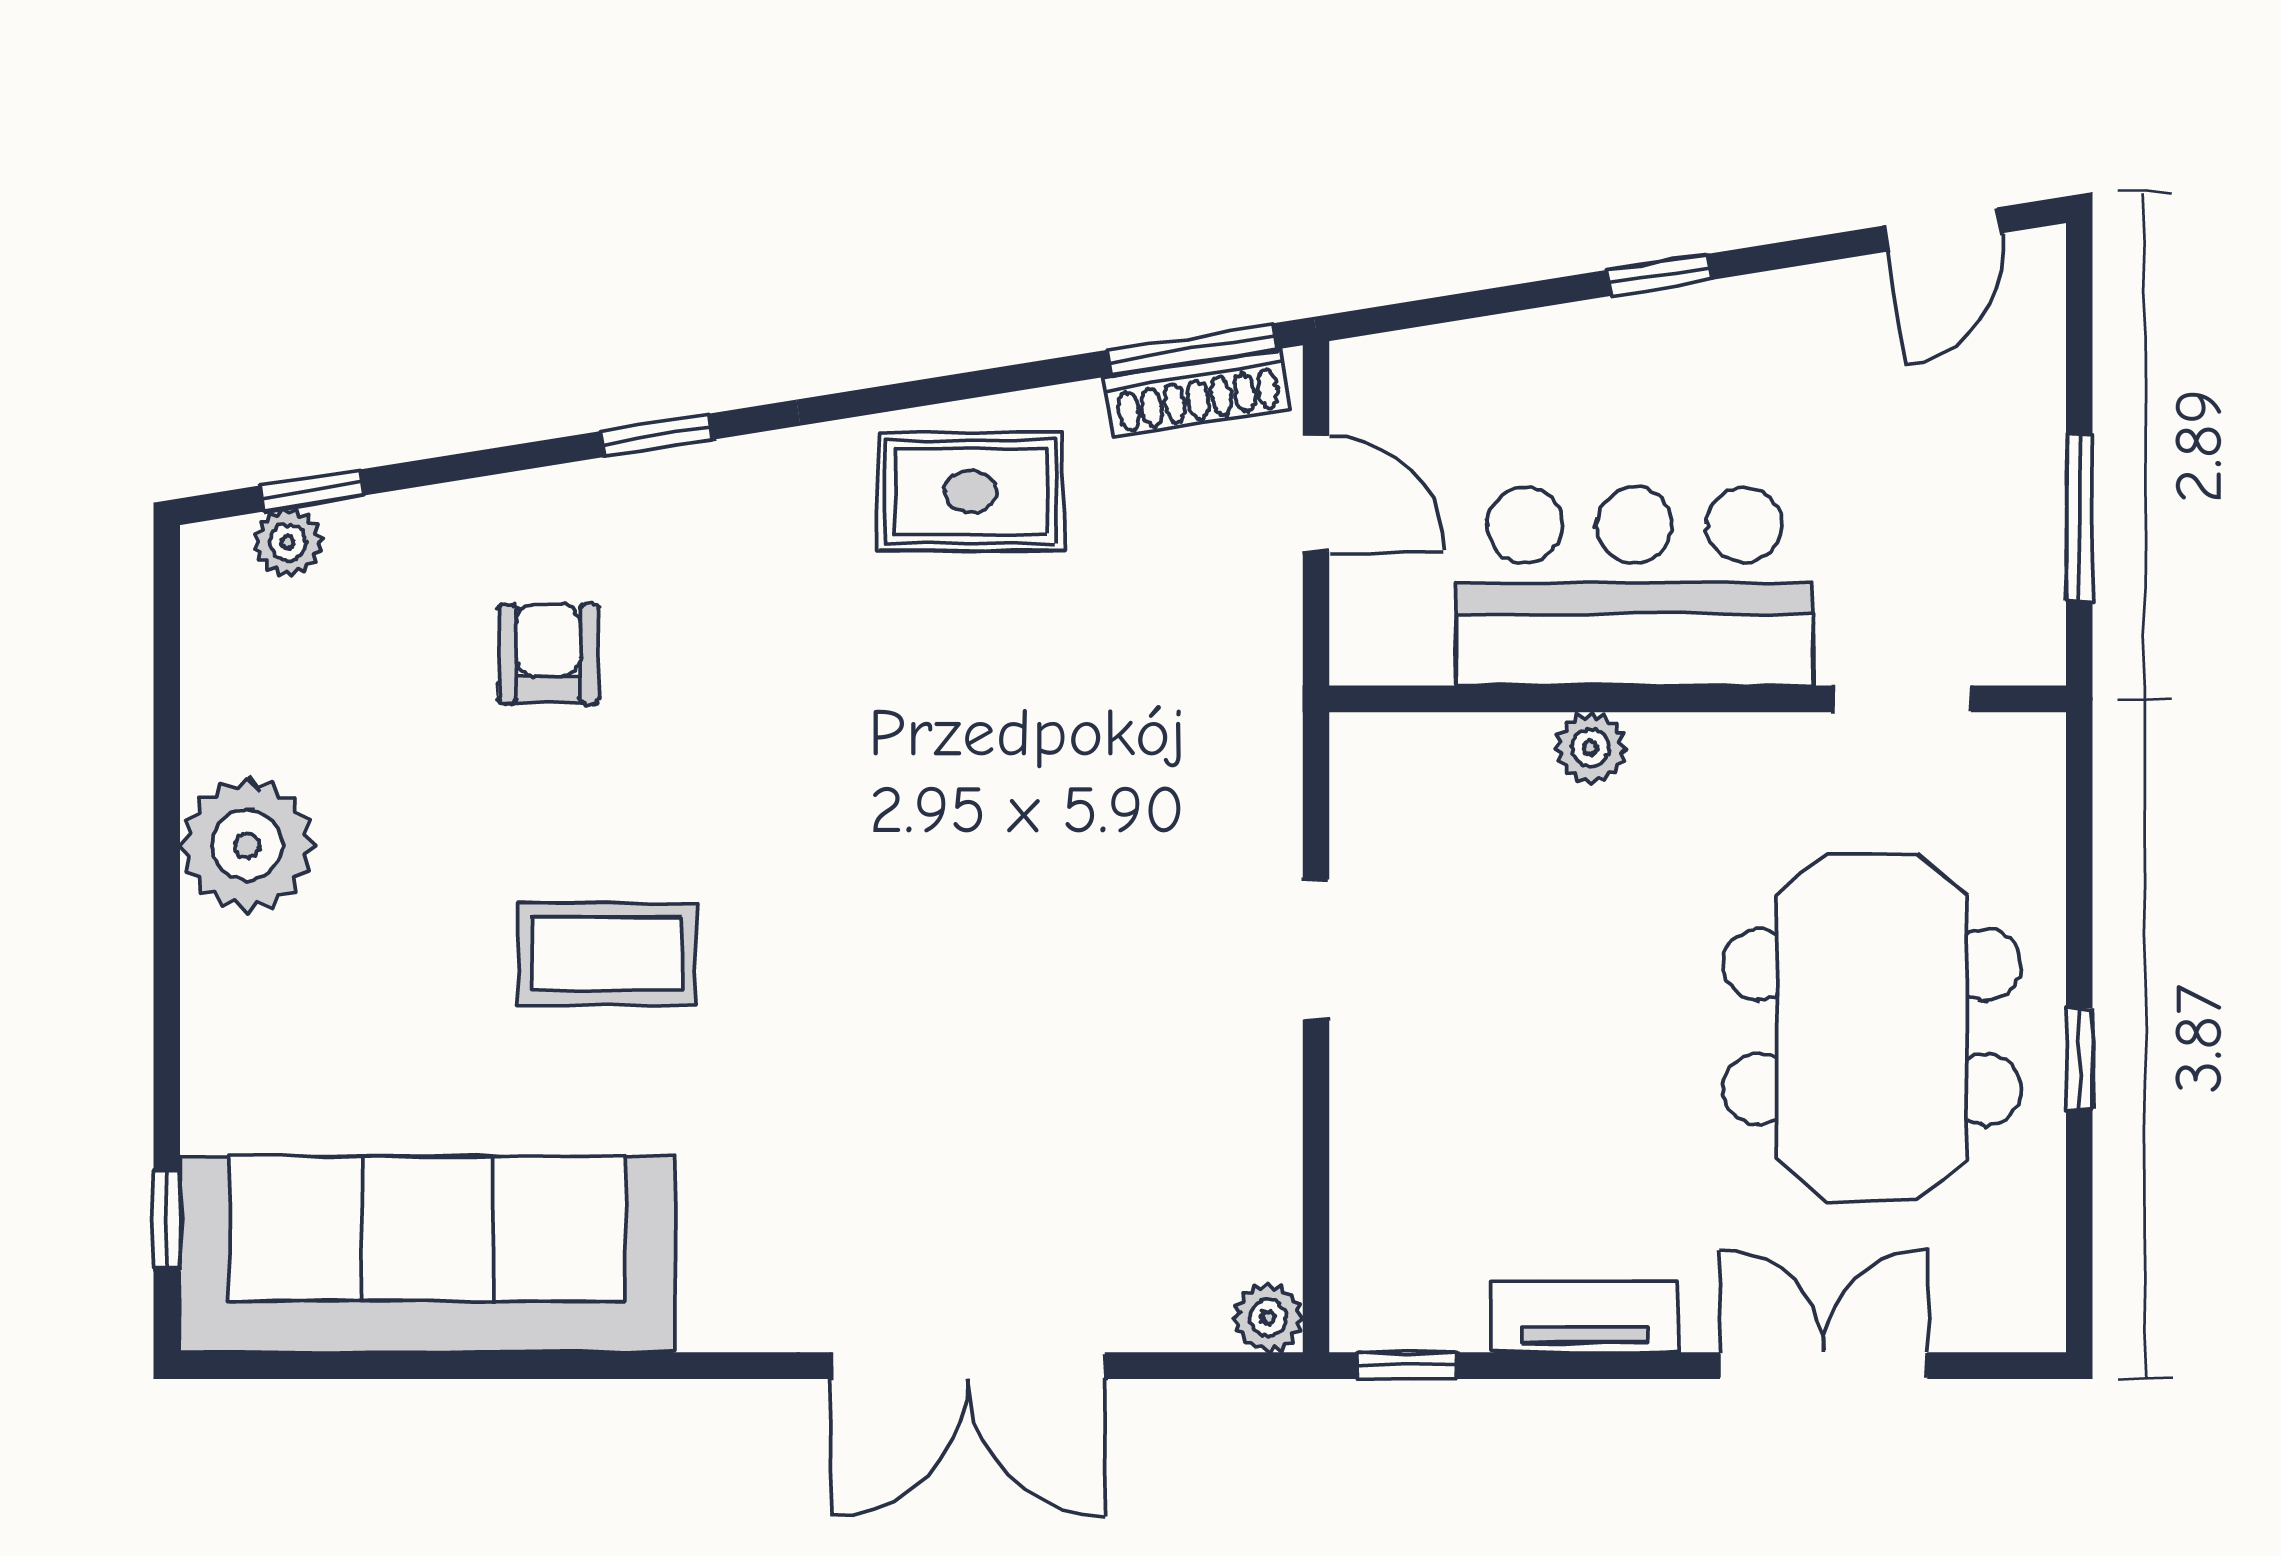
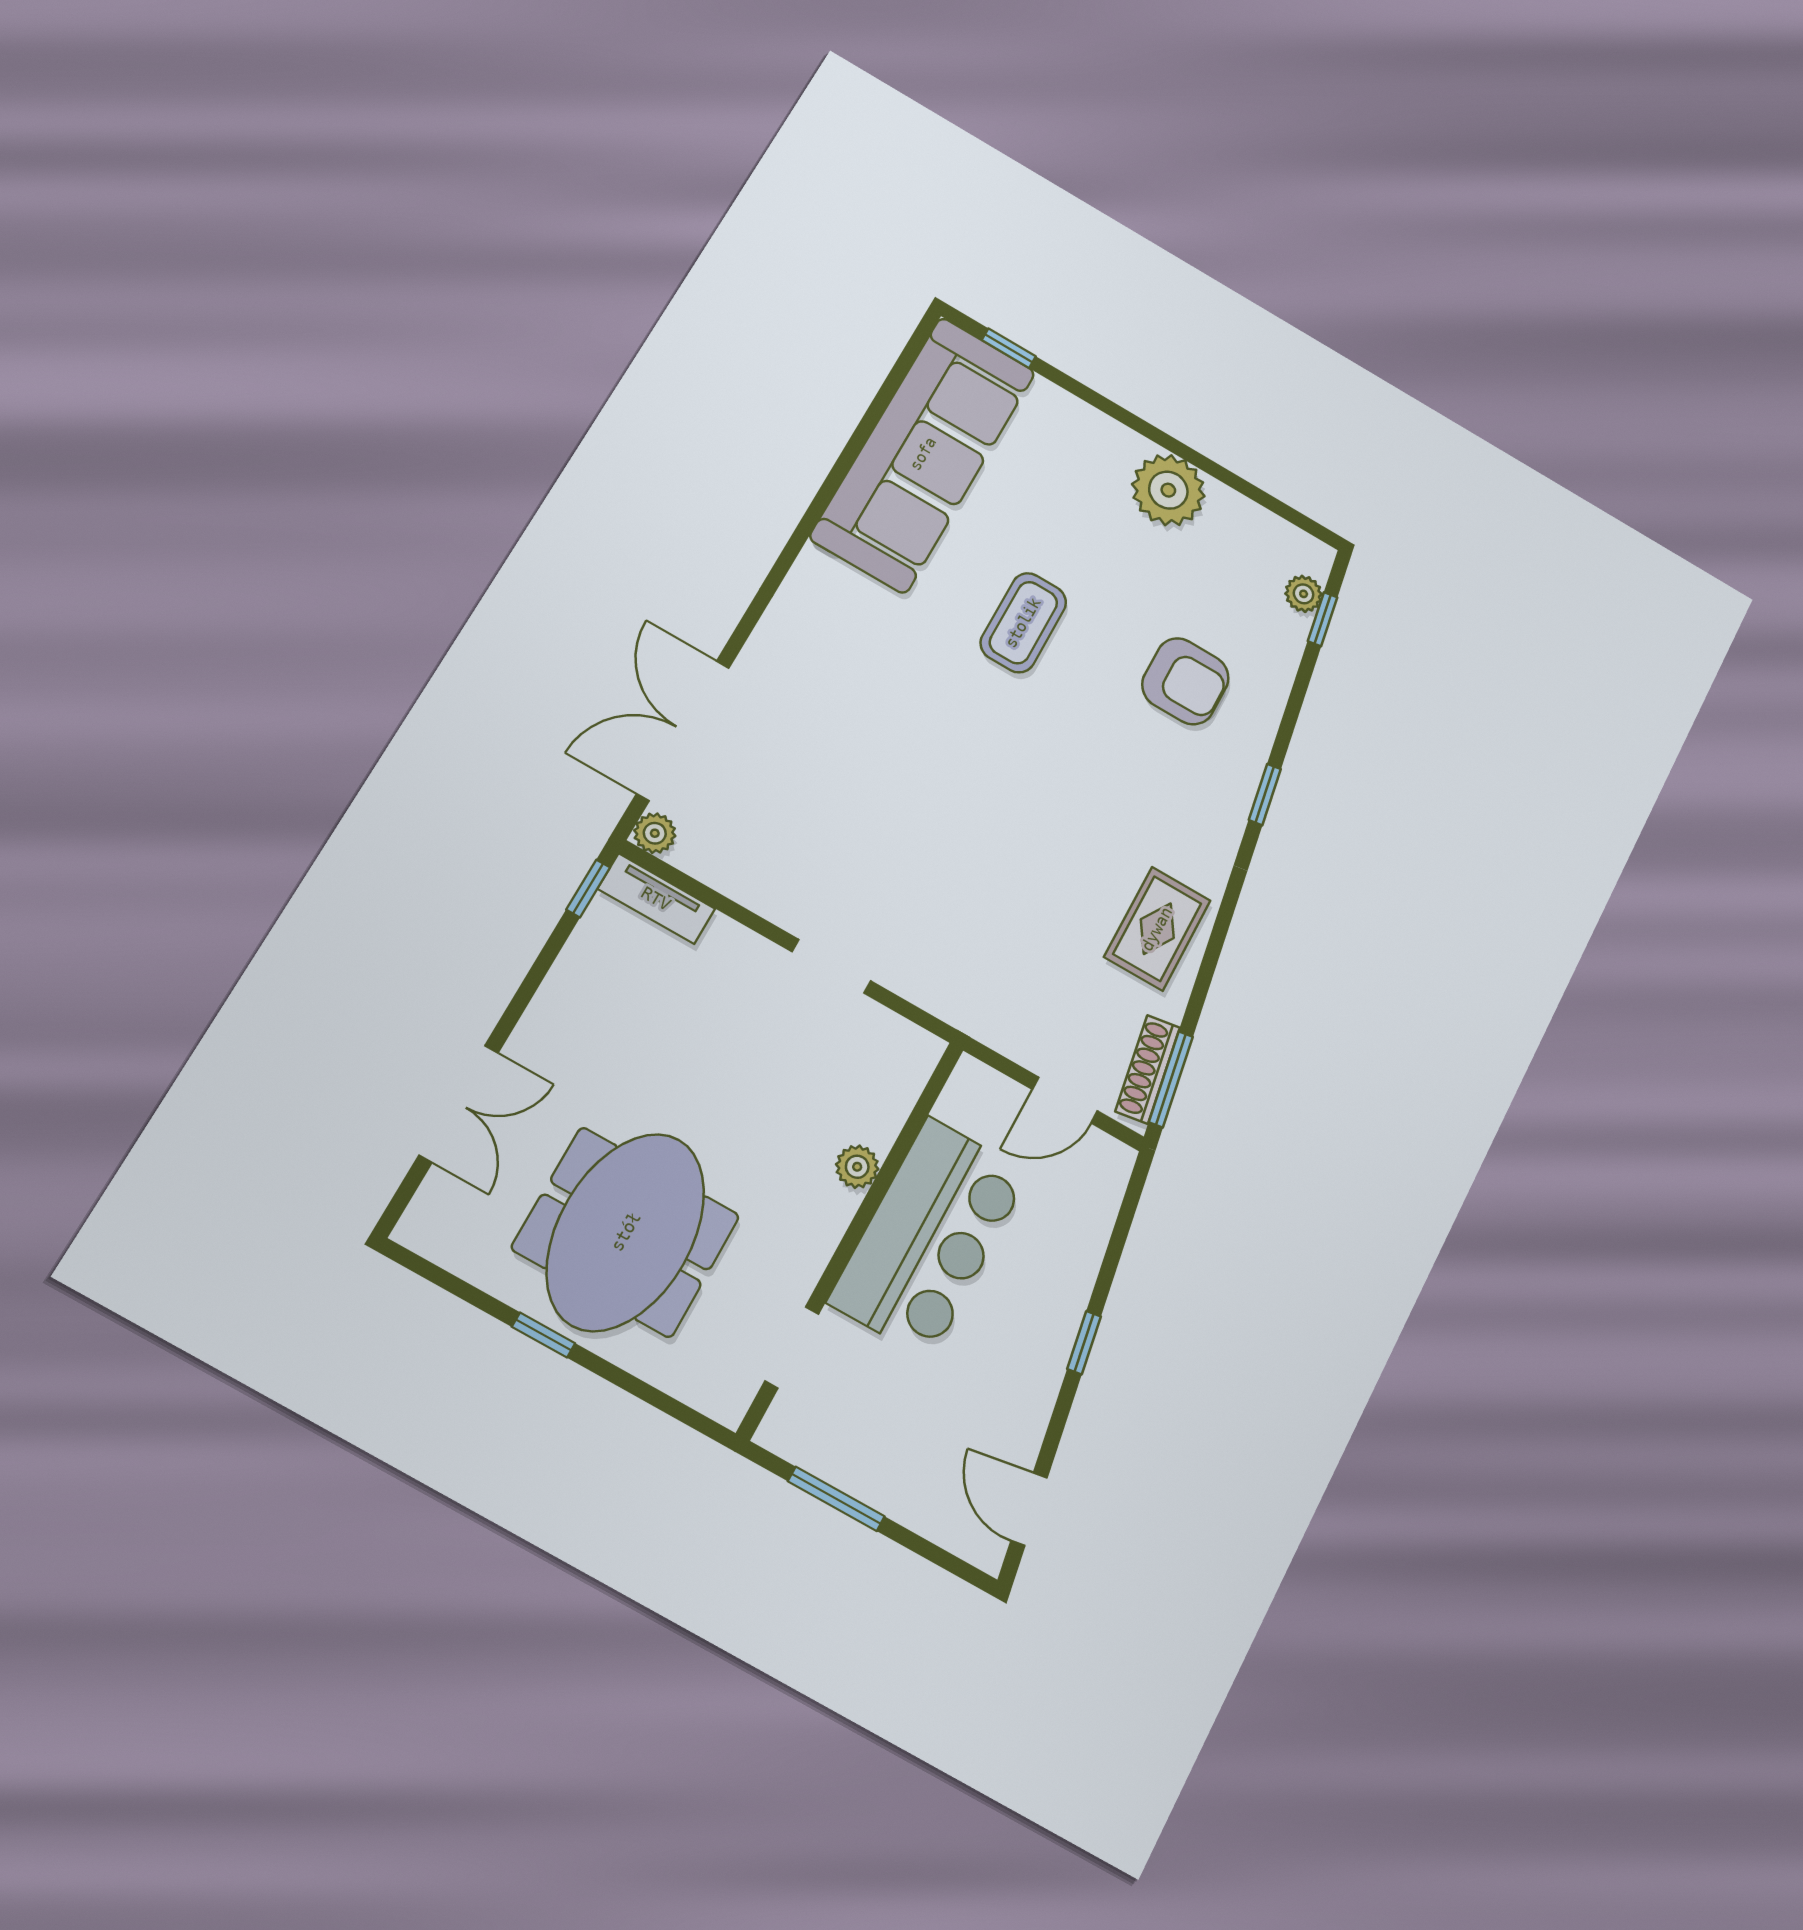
armchair: (548, 654) -> (1185, 681), width x1.38, depth x1.38
meeting table: (1872, 1027) -> (626, 1232), turned 90
tv unit: (1585, 1317) -> (656, 899), moved, turned 90
double door: (968, 1366) -> (683, 731), moved

